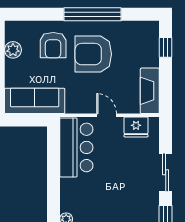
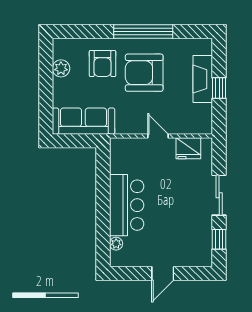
window: (166, 47) -> (219, 88), moved
fireplace: (150, 91) -> (203, 79), moved
bar counter: (76, 147) -> (127, 205), moved

